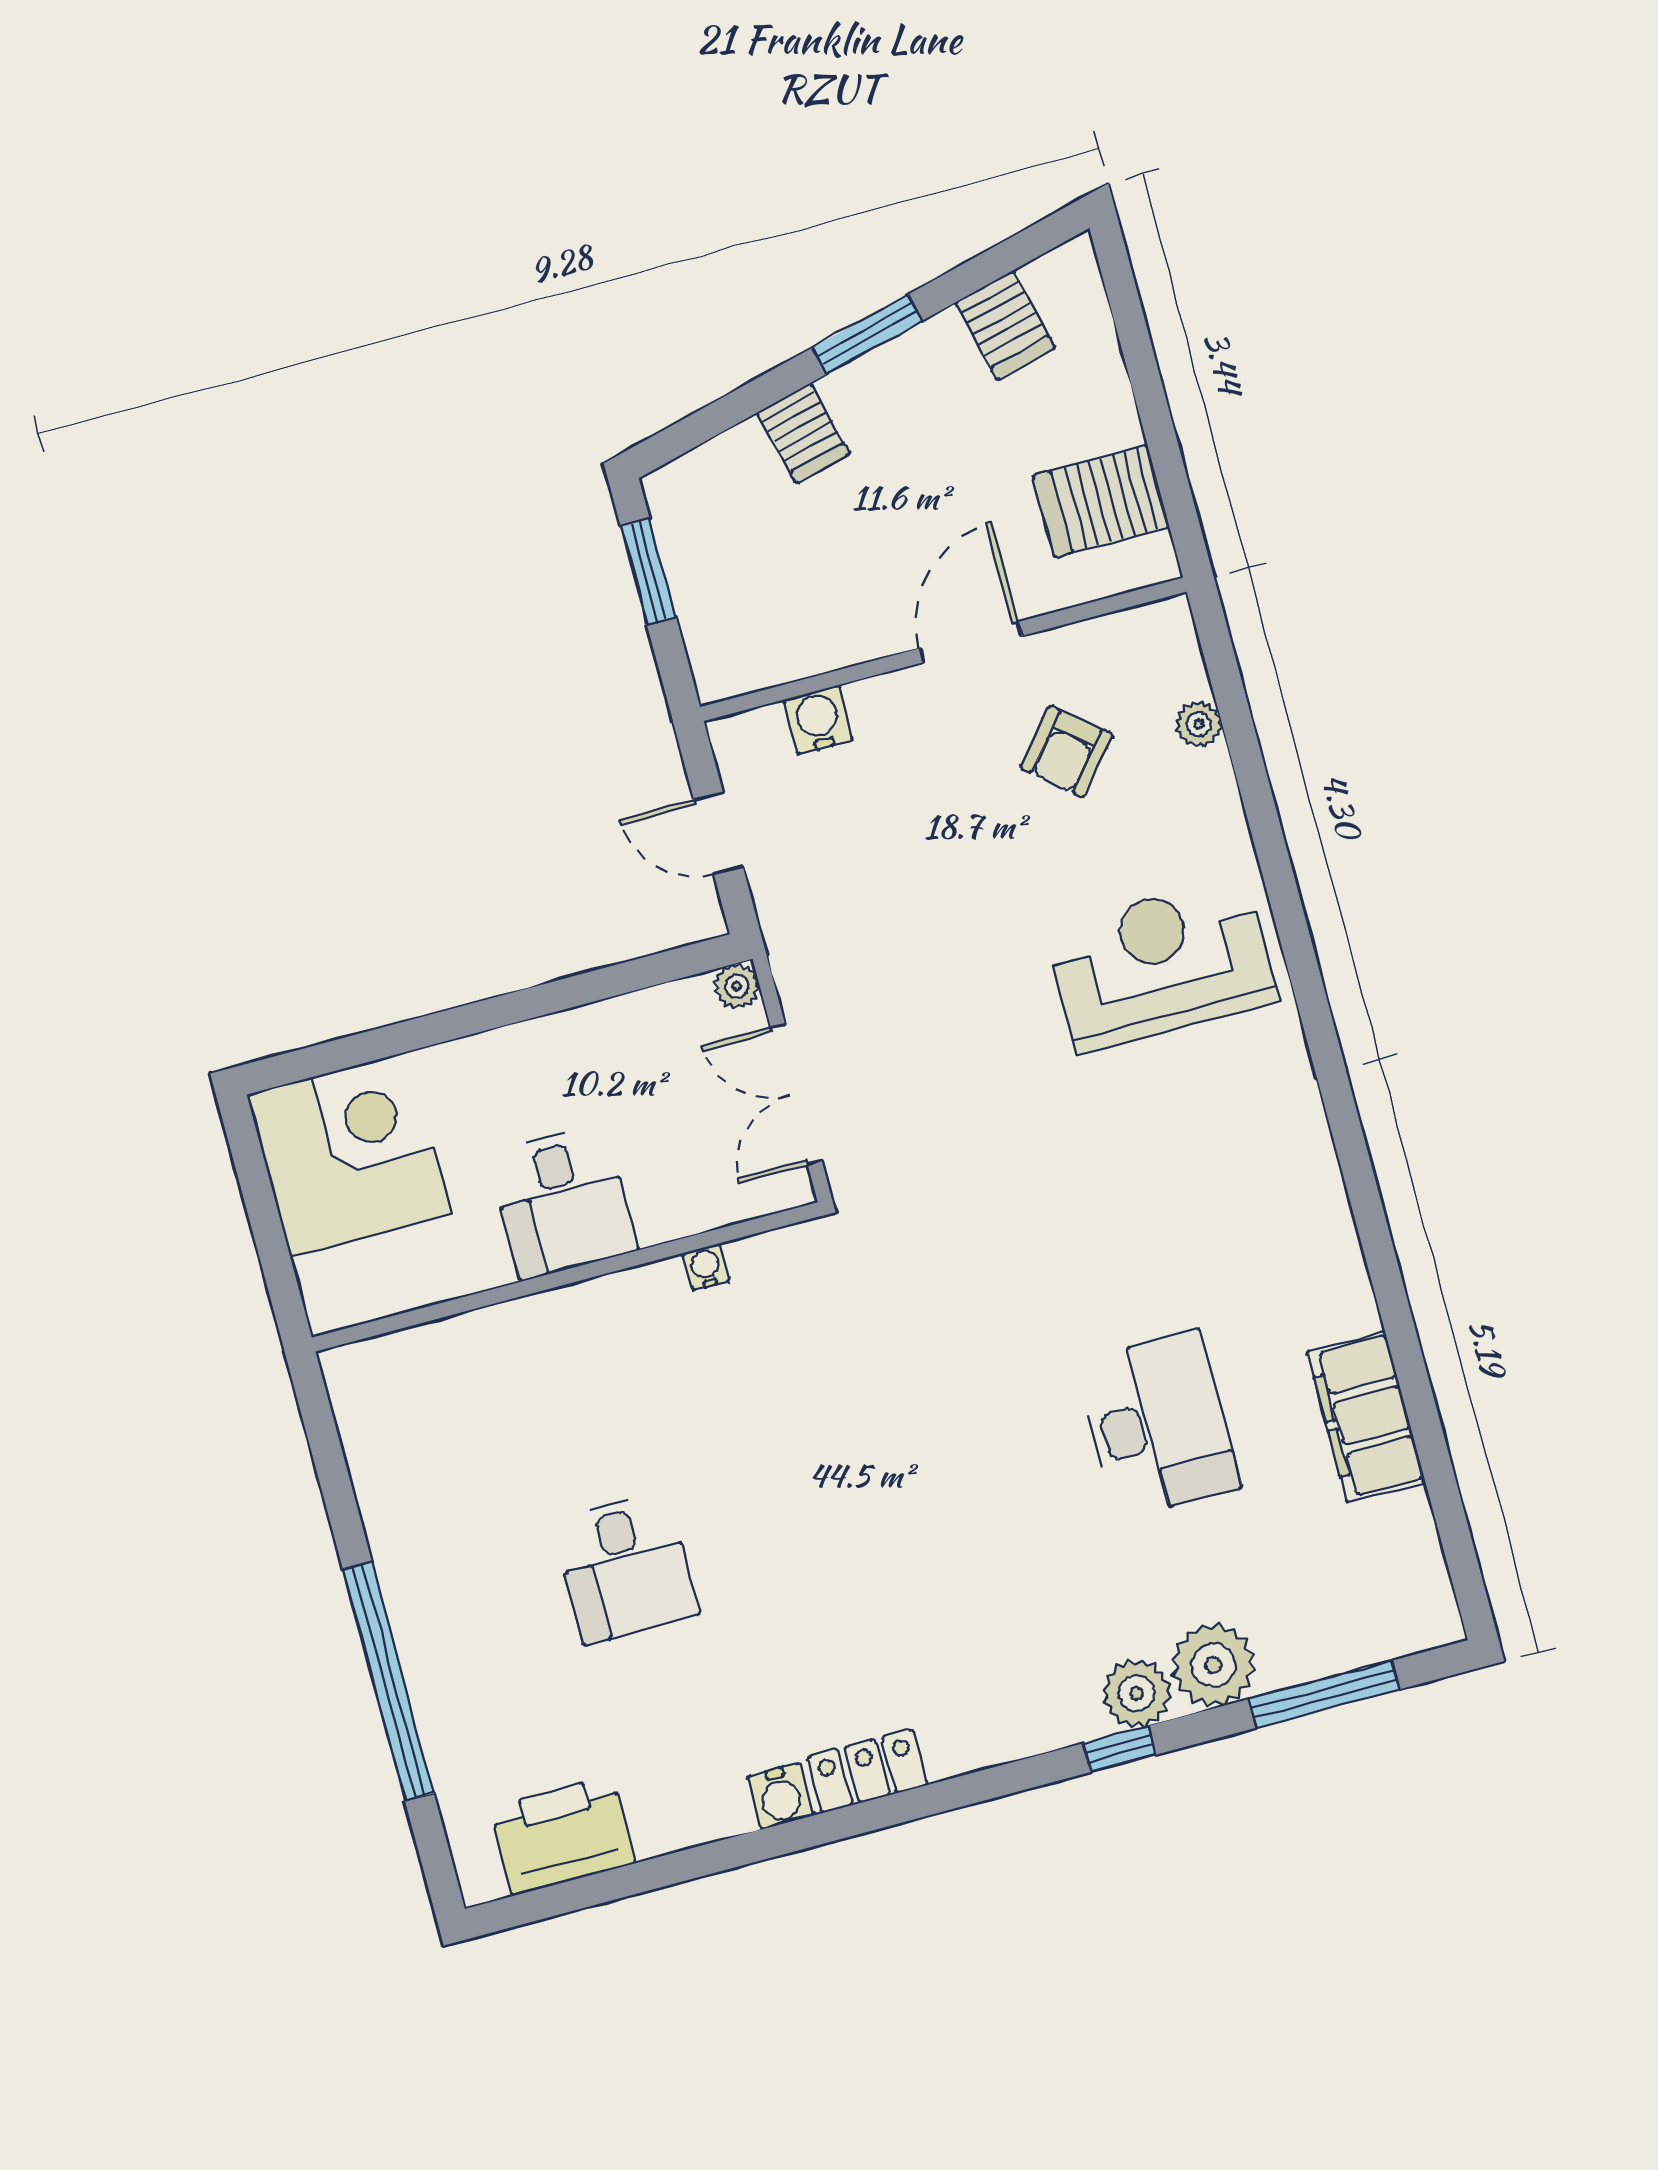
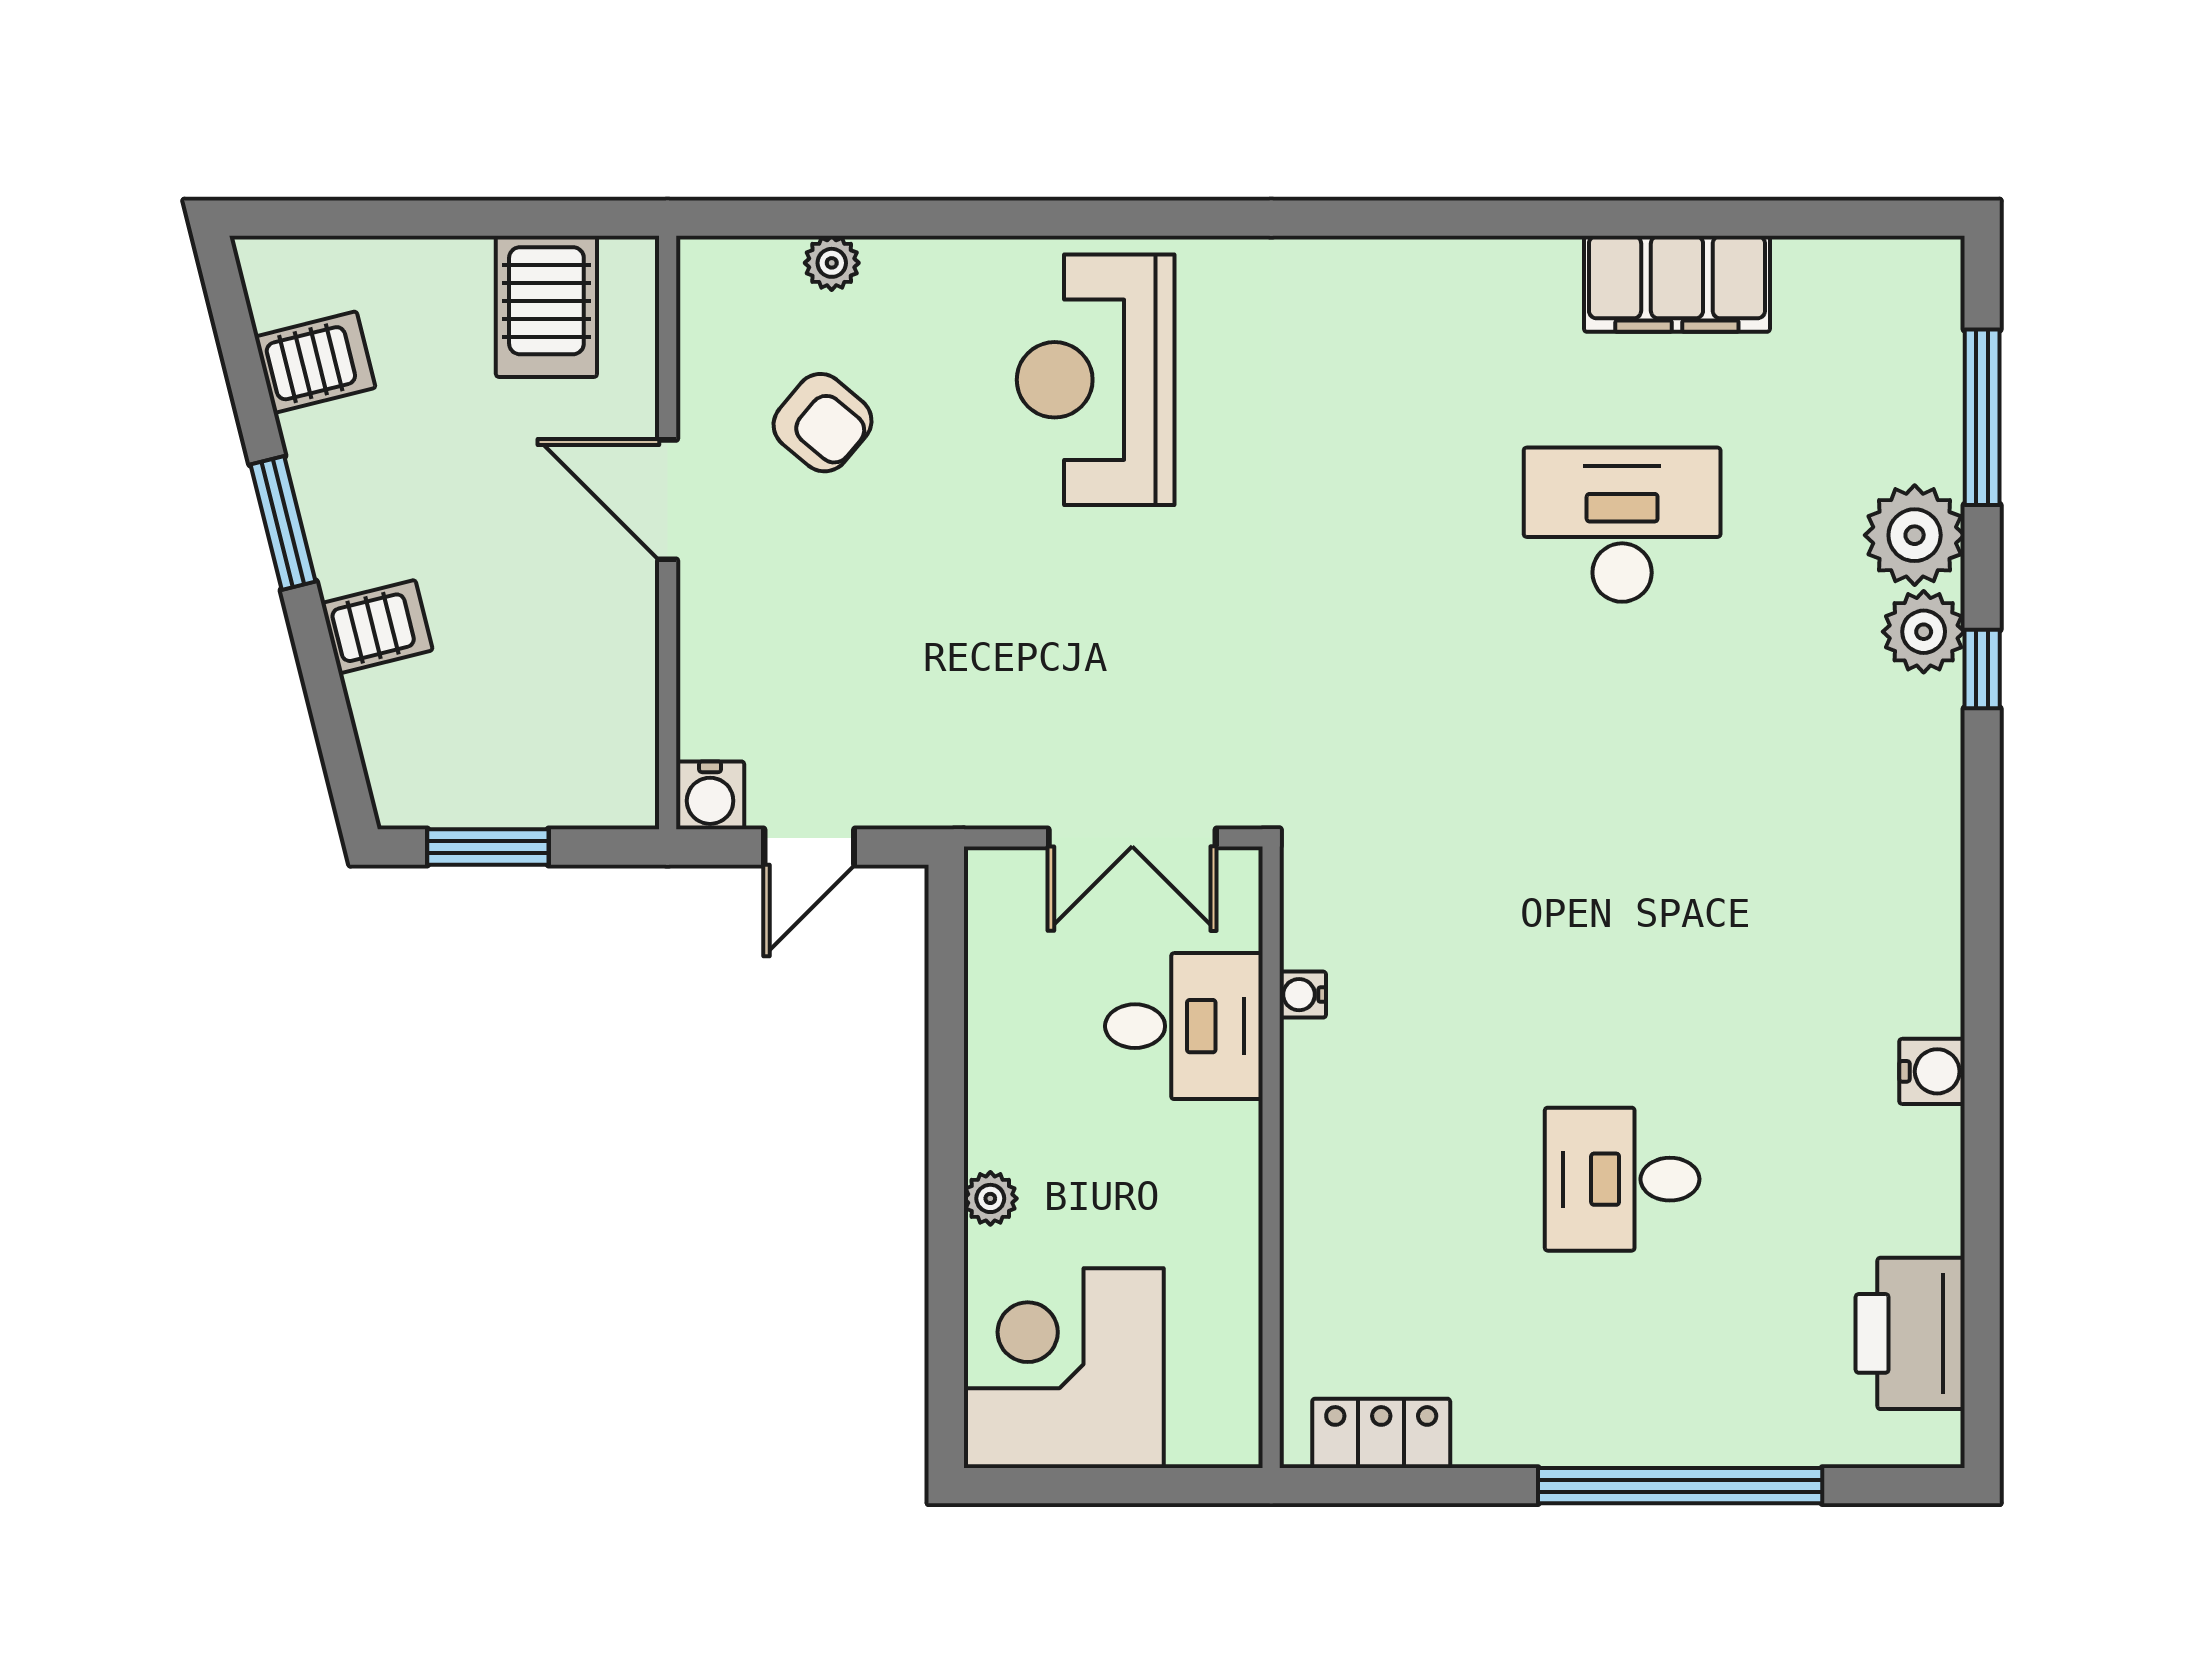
water cooler: (818, 720) -> (710, 795), moved, turned -90
plant: (737, 986) -> (990, 1198), moved
desk: (563, 1202) -> (1184, 1026), moved
desk: (625, 1567) -> (1622, 1179), turned 180
locker: (867, 1771) -> (1381, 1433), moved, turned 90

